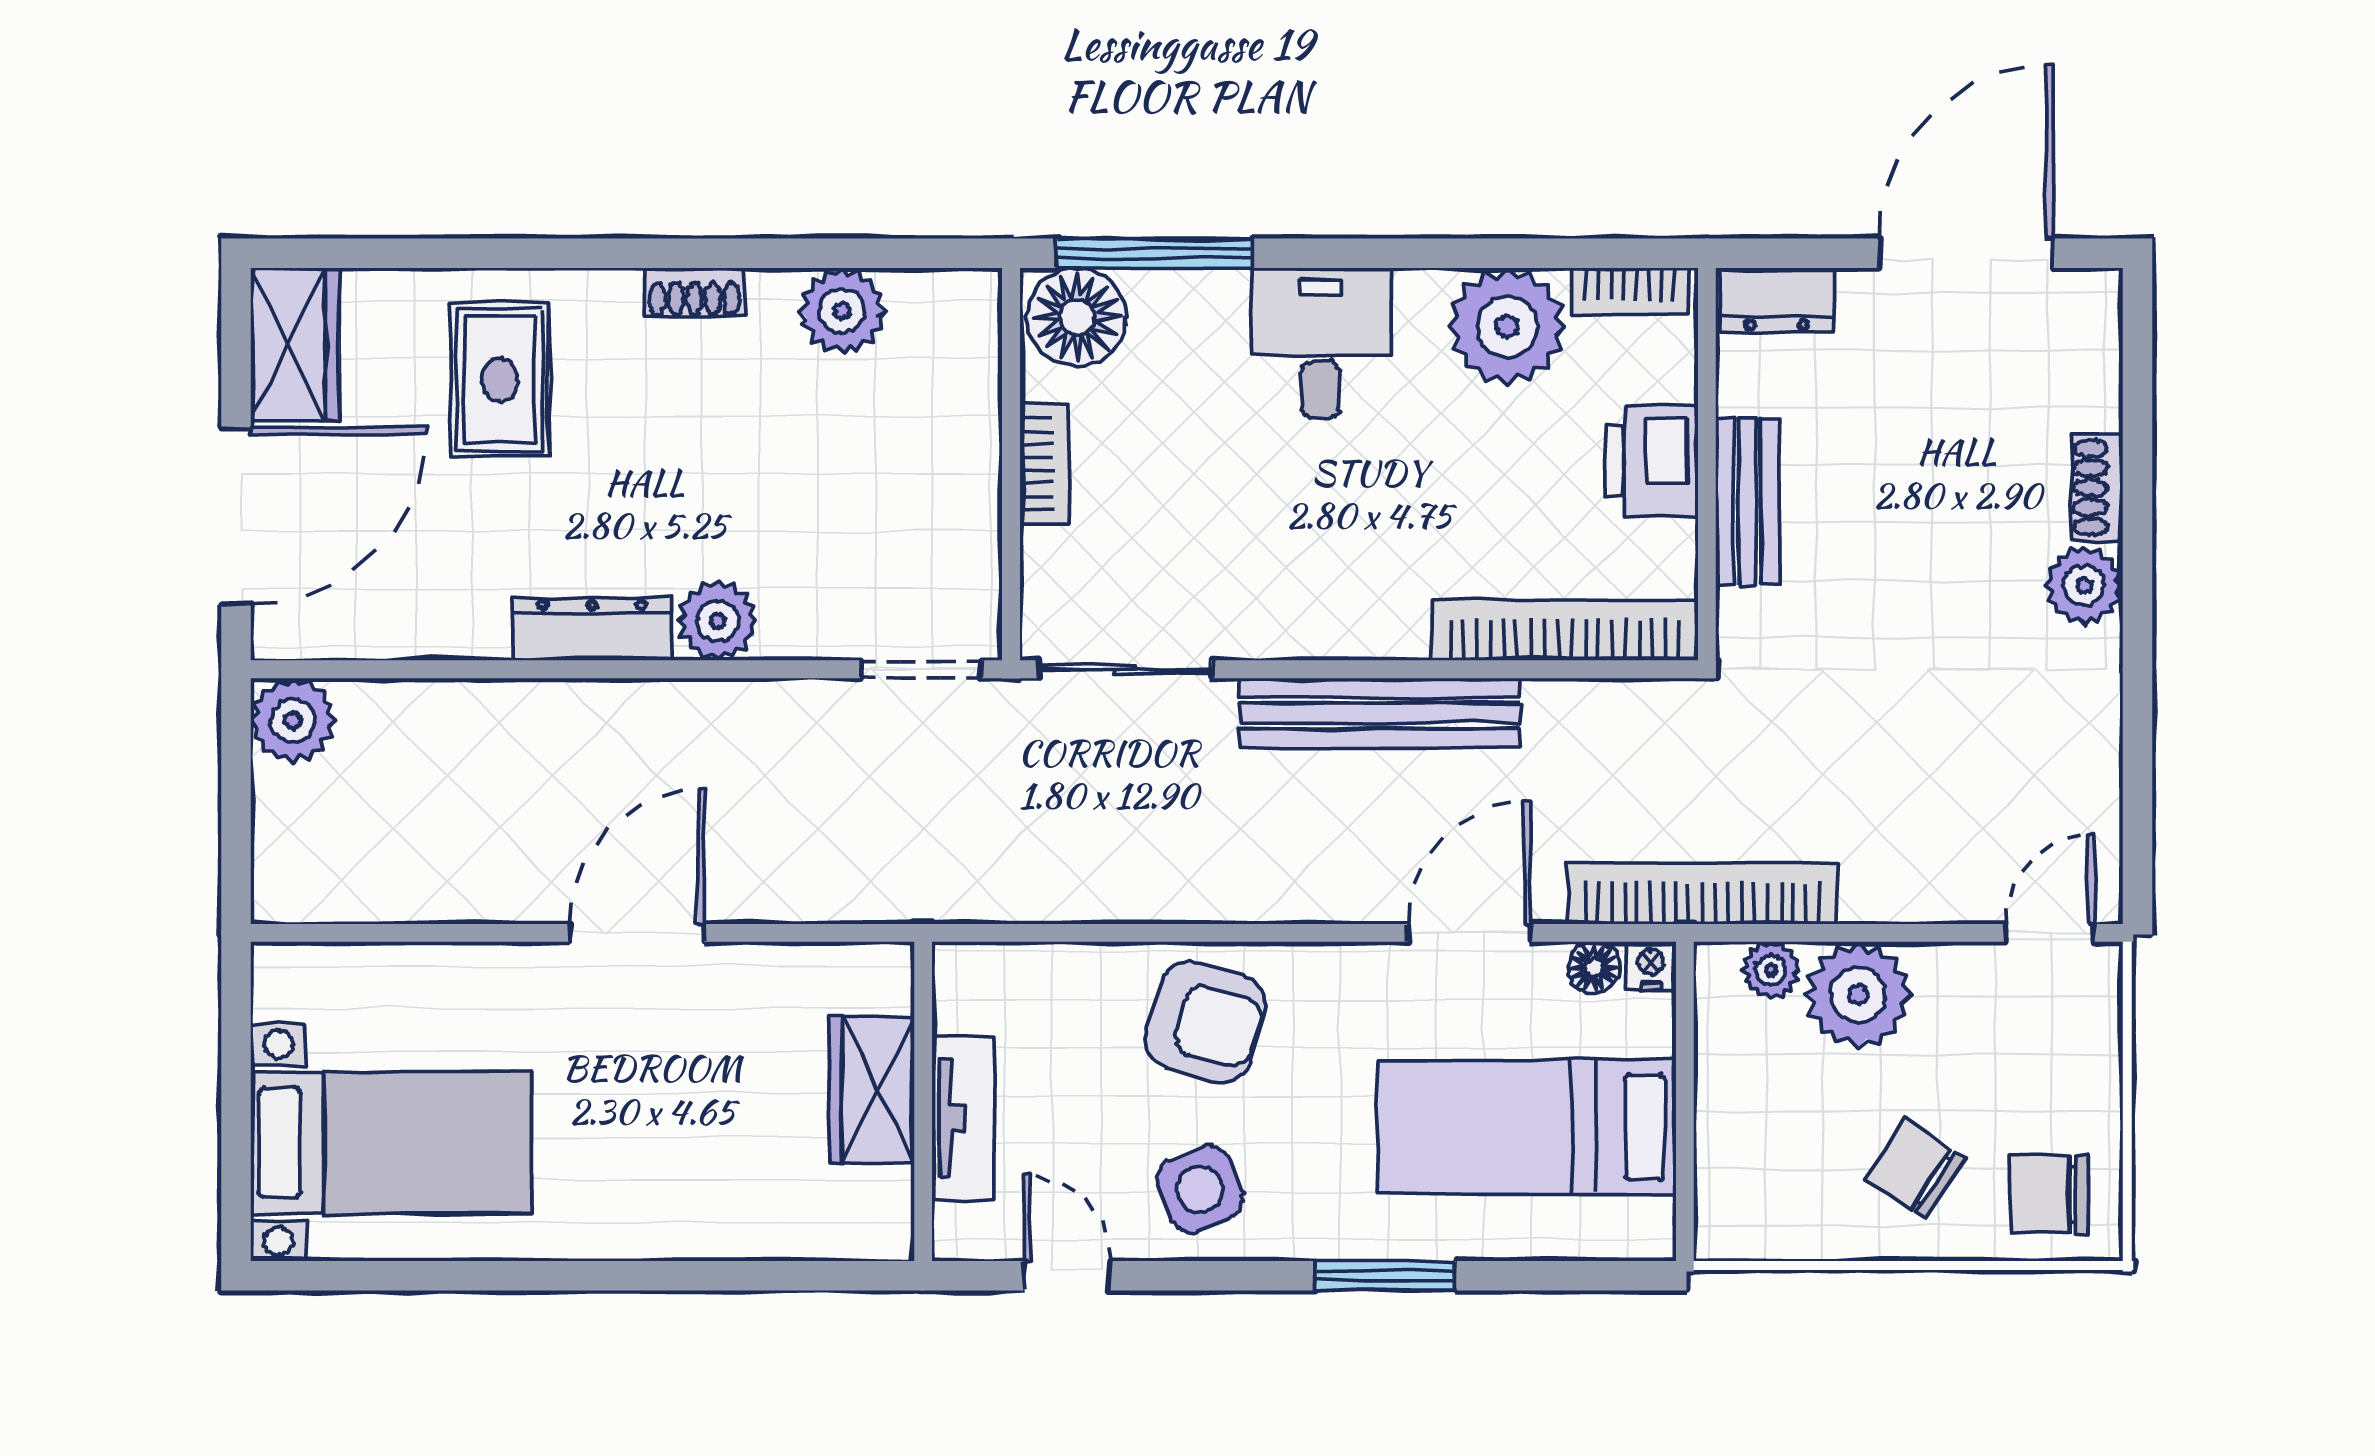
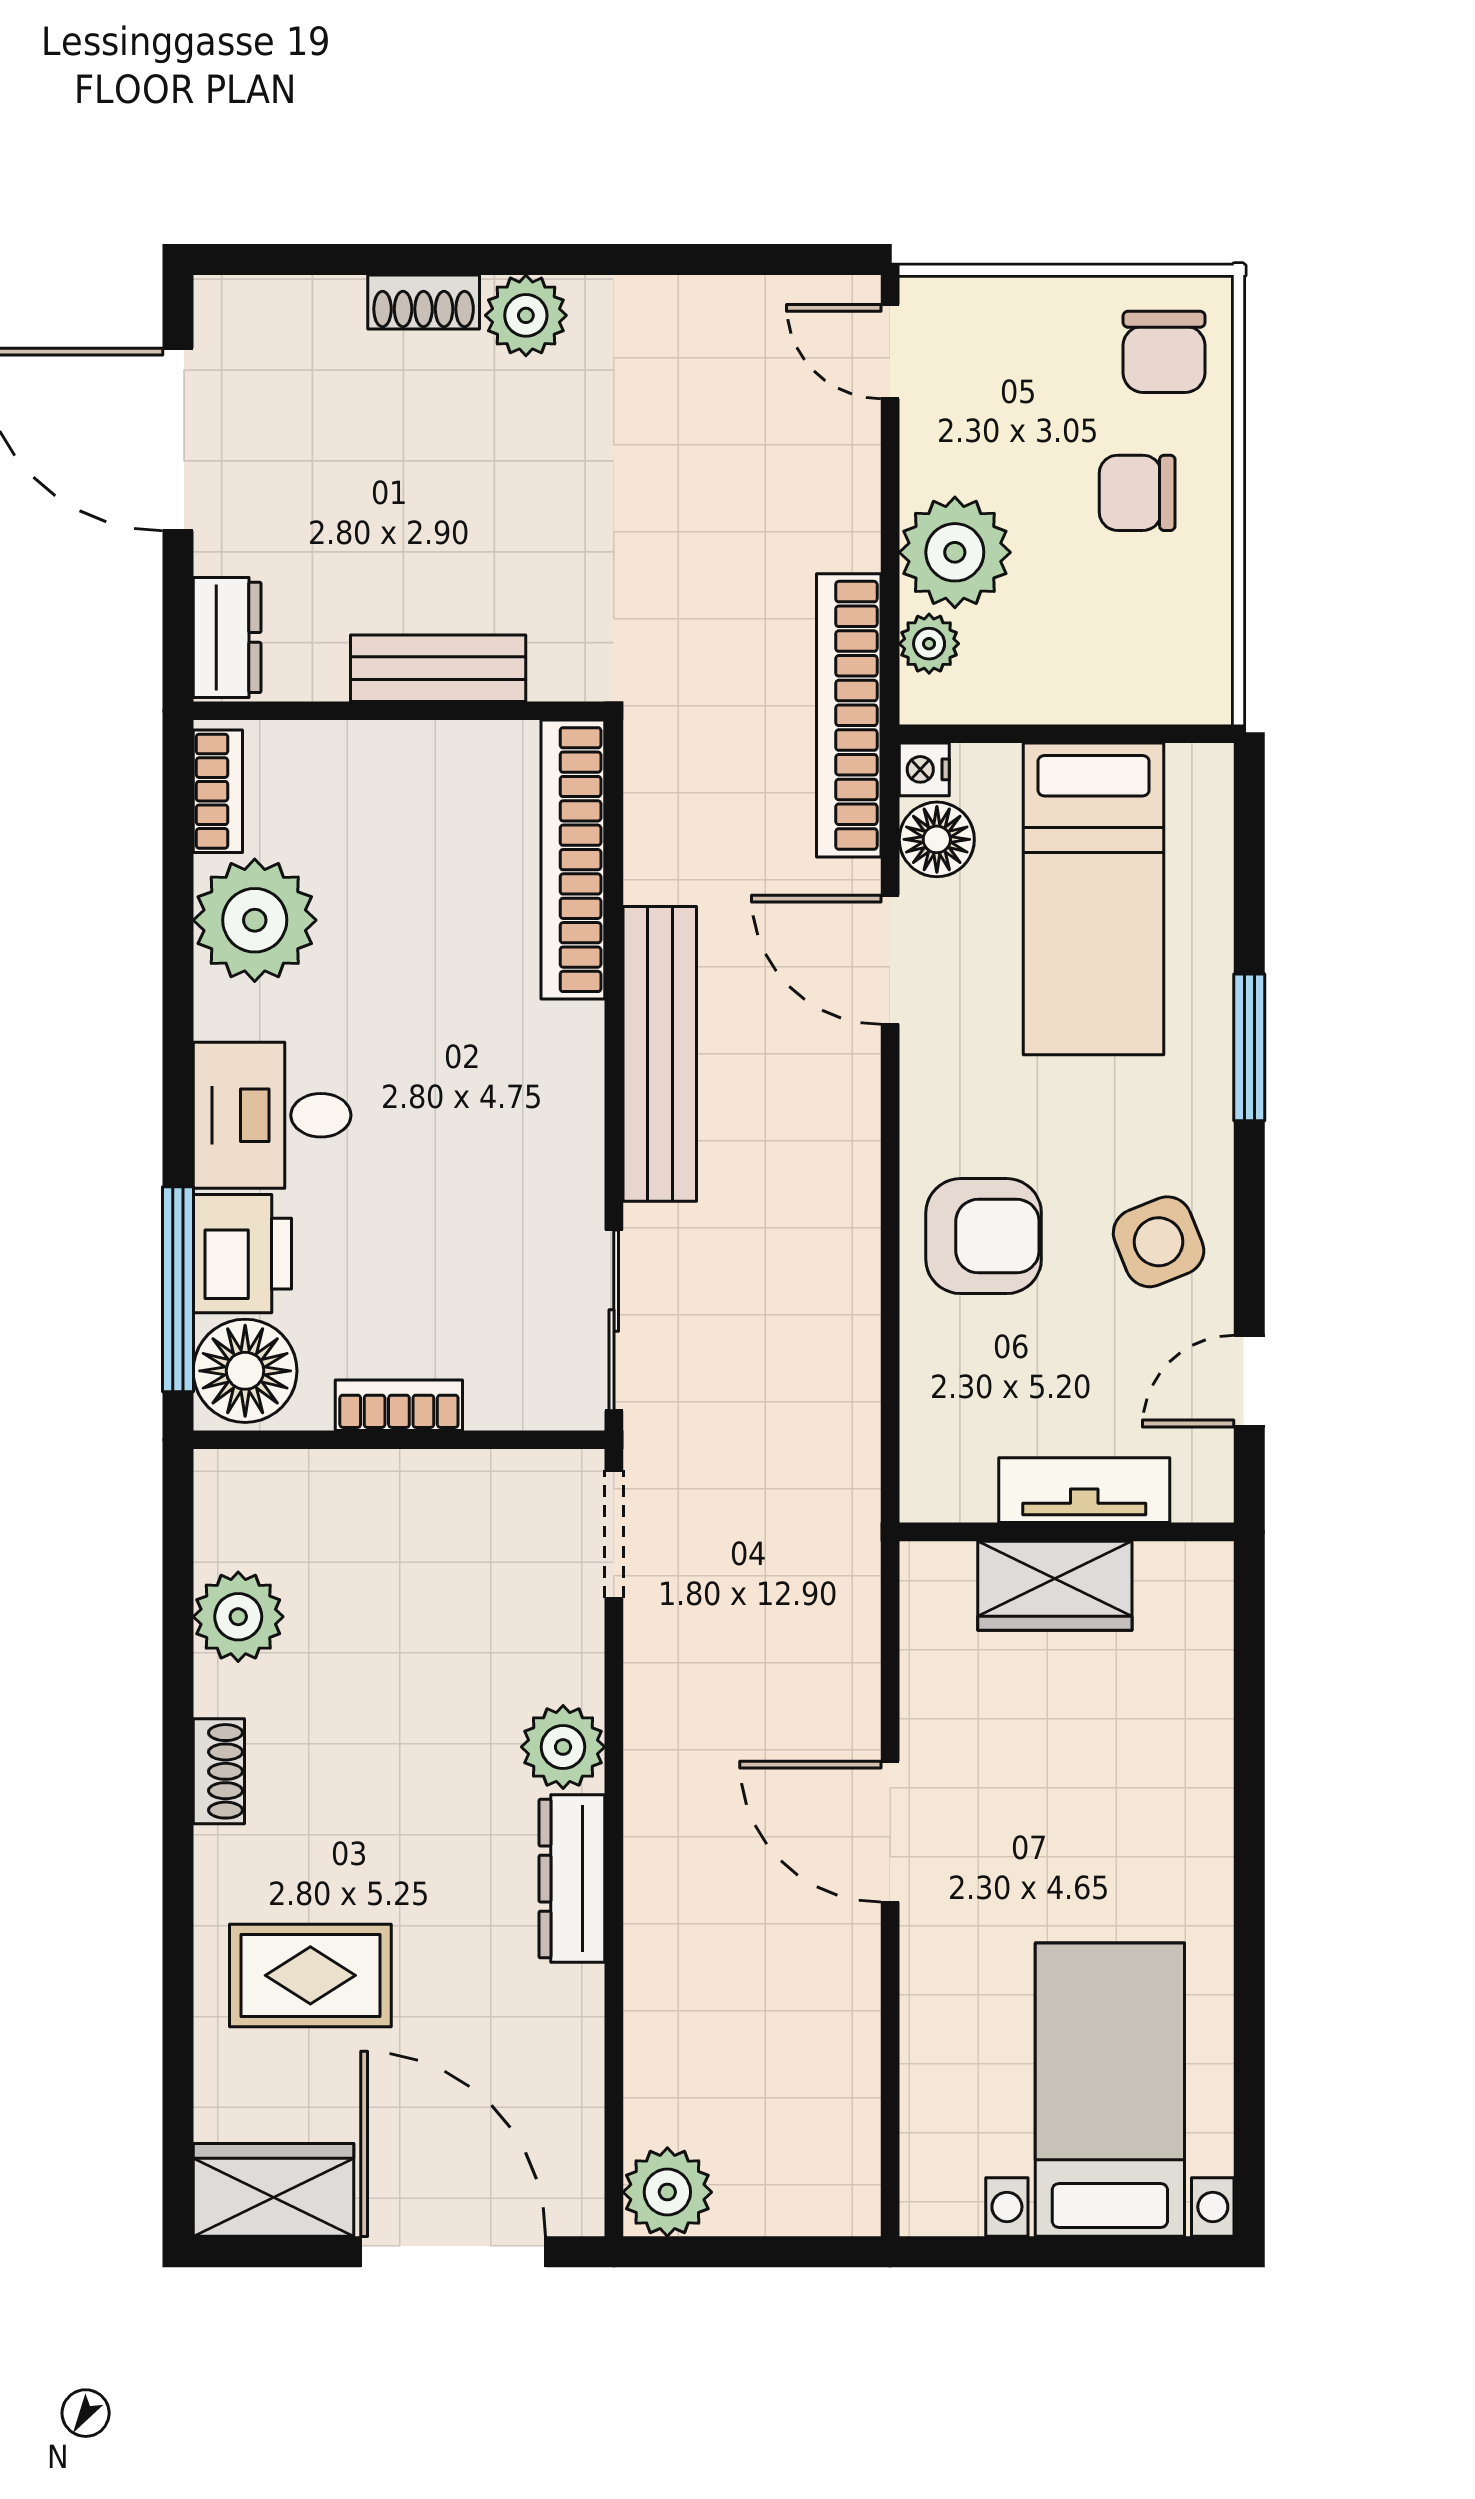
printer: (1651, 461) -> (242, 1254), moved, turned -90
floor lamp: (1594, 968) -> (937, 839), width x1.37, depth x1.37
armchair: (1205, 1022) -> (984, 1236), turned 74
chair: (1915, 1169) -> (1137, 493), turned 56

